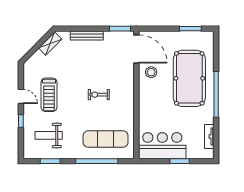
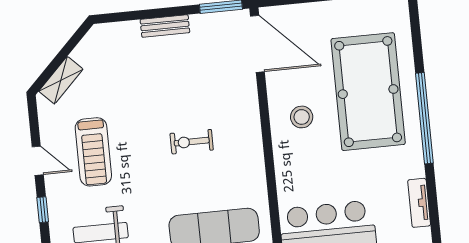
bench: (87, 35) -> (165, 26), width x0.73
shelving: (50, 44) -> (61, 80), moved
stool: (151, 72) -> (302, 117), moved

